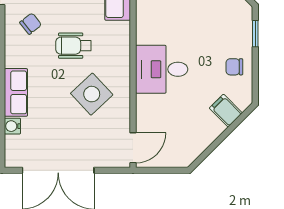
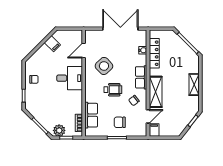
row of seats: (16, 92) -> (141, 77), moved
filing cabinet: (226, 111) -> (52, 44), moved
door: (133, 148) -> (84, 51), moved

